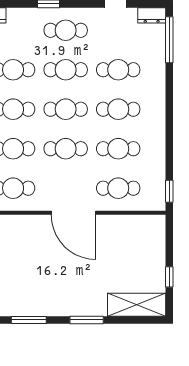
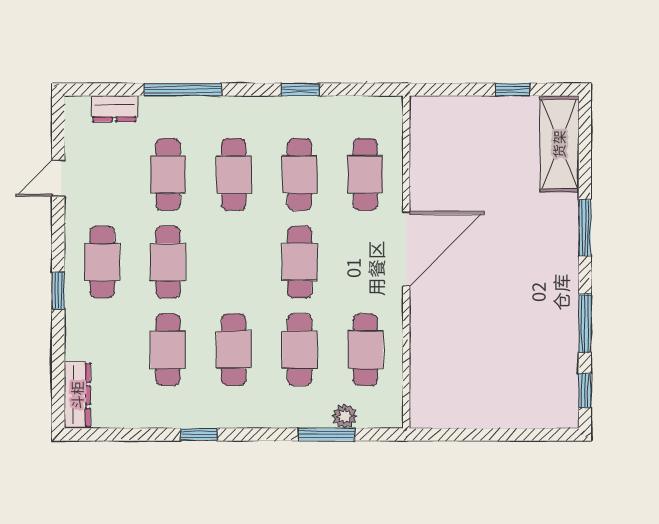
dresser: (152, 15) -> (114, 109), moved, turned 90
window: (169, 40) -> (183, 90), moved
cafe table: (66, 109) -> (234, 262), removed
window: (169, 191) -> (300, 90), moved

